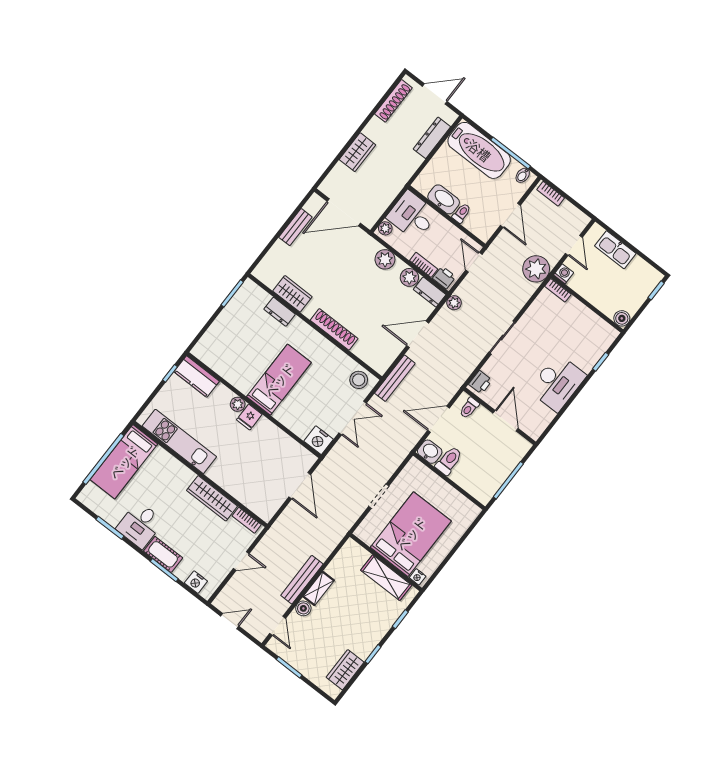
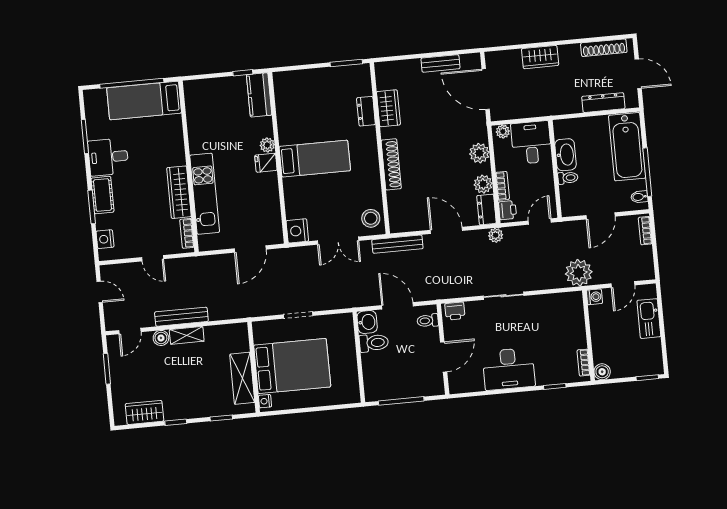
bookcase: (558, 290) -> (584, 363), moved
kitchen unit: (179, 441) -> (205, 194), moved

